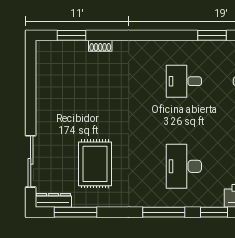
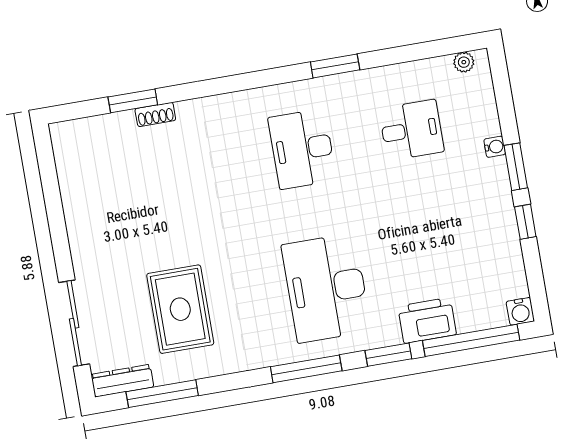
window: (72, 35) -> (133, 101), moved
desk: (184, 81) -> (302, 149), width x1.37
desk: (184, 166) -> (326, 288), width x1.36, depth x1.30

